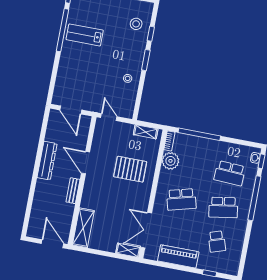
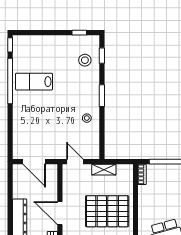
window: (151, 34) -> (102, 56), moved
shelving: (146, 132) -> (104, 170), moved
plant: (170, 161) -> (147, 195), removed
pallet: (130, 169) -> (107, 211), width x1.37, depth x1.41

